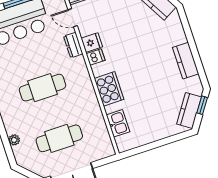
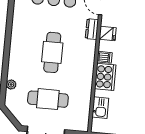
dishwasher: (95, 57) -> (105, 57), moved
cafe table: (43, 88) -> (52, 52), turned 90

